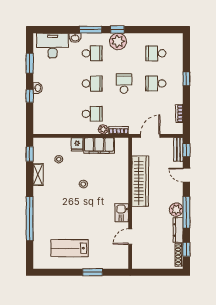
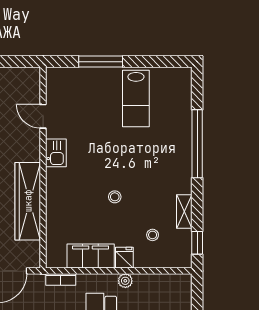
plant: (103, 129) -> (125, 281), moved
door: (130, 237) -> (43, 116), swing flipped
lab bench: (70, 248) -> (136, 98), turned 90
window: (93, 272) -> (101, 62), width x1.44

